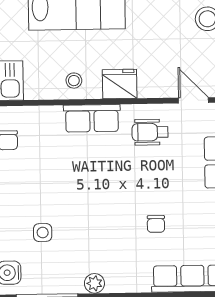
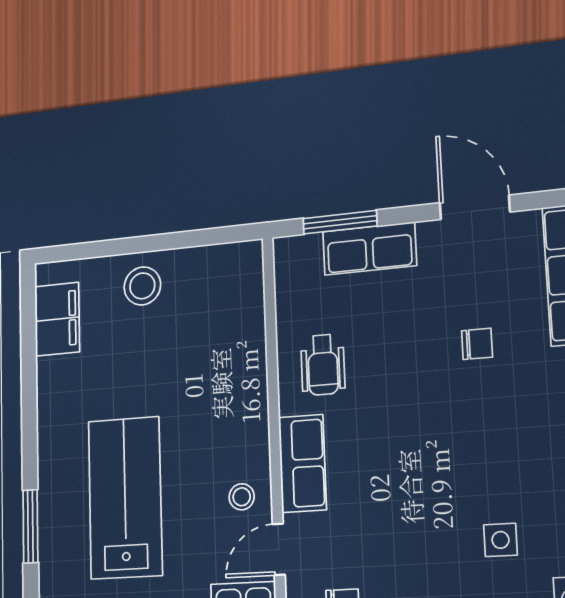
fridge: (120, 84) -> (246, 420), removed
door: (193, 100) -> (279, 549), moved

